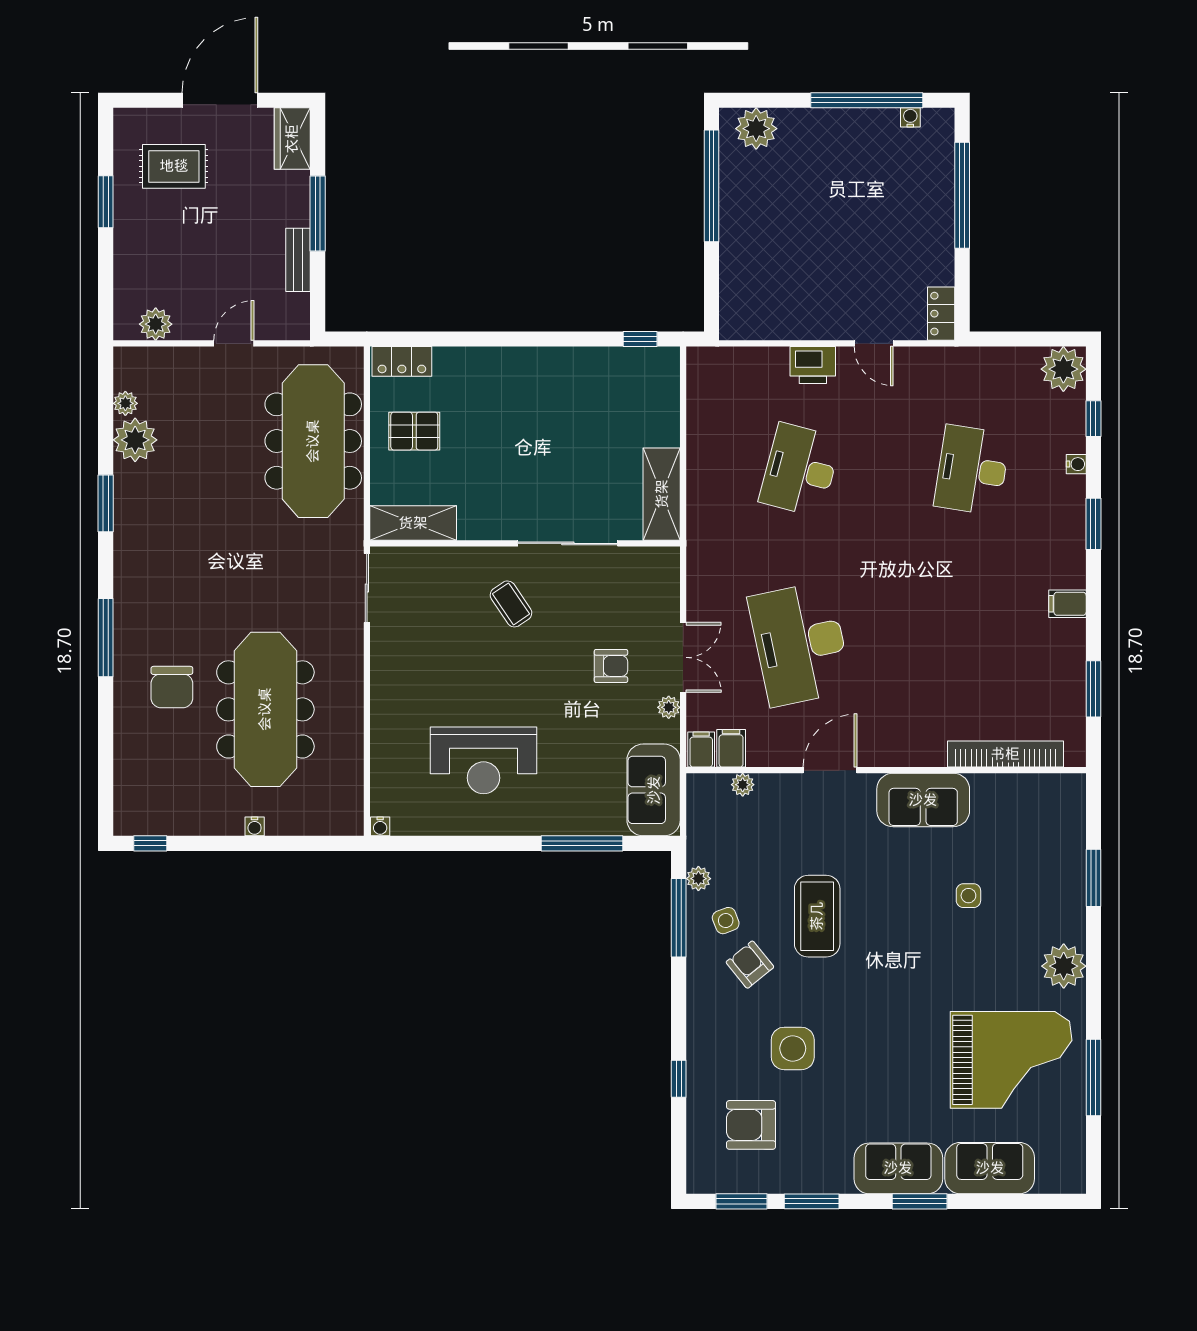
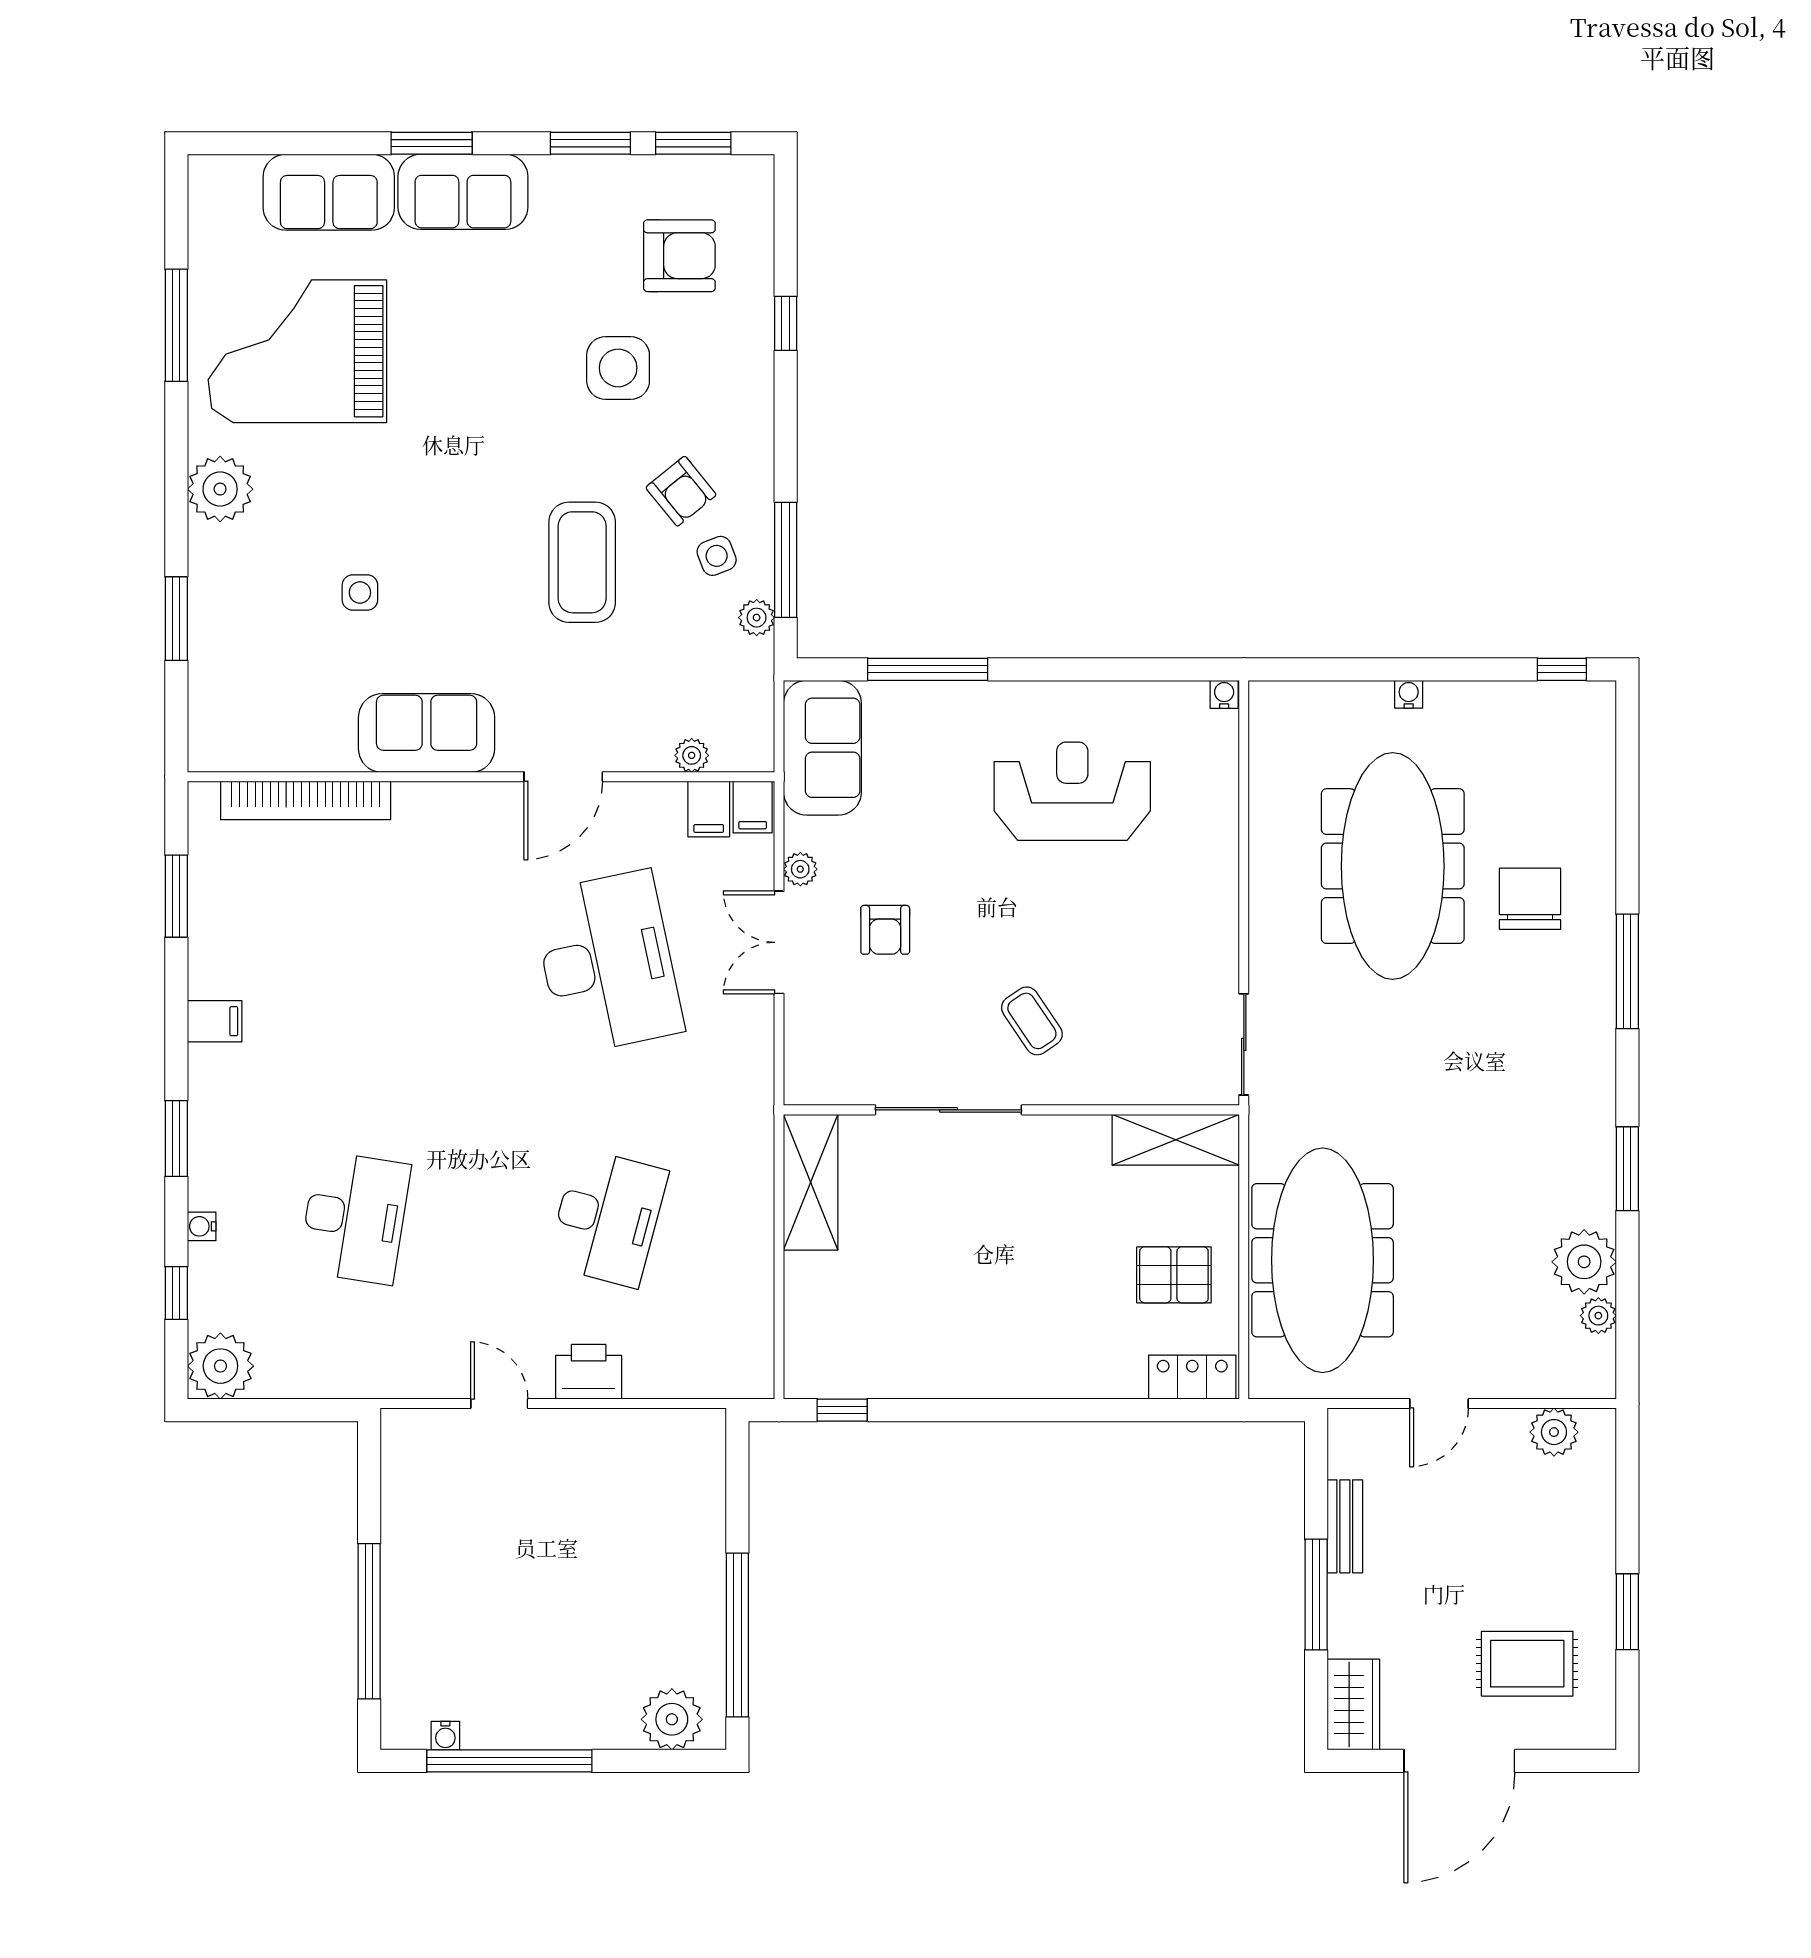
locker: (941, 314) -> (400, 1447), removed
armchair: (611, 666) -> (885, 930), turned -90

